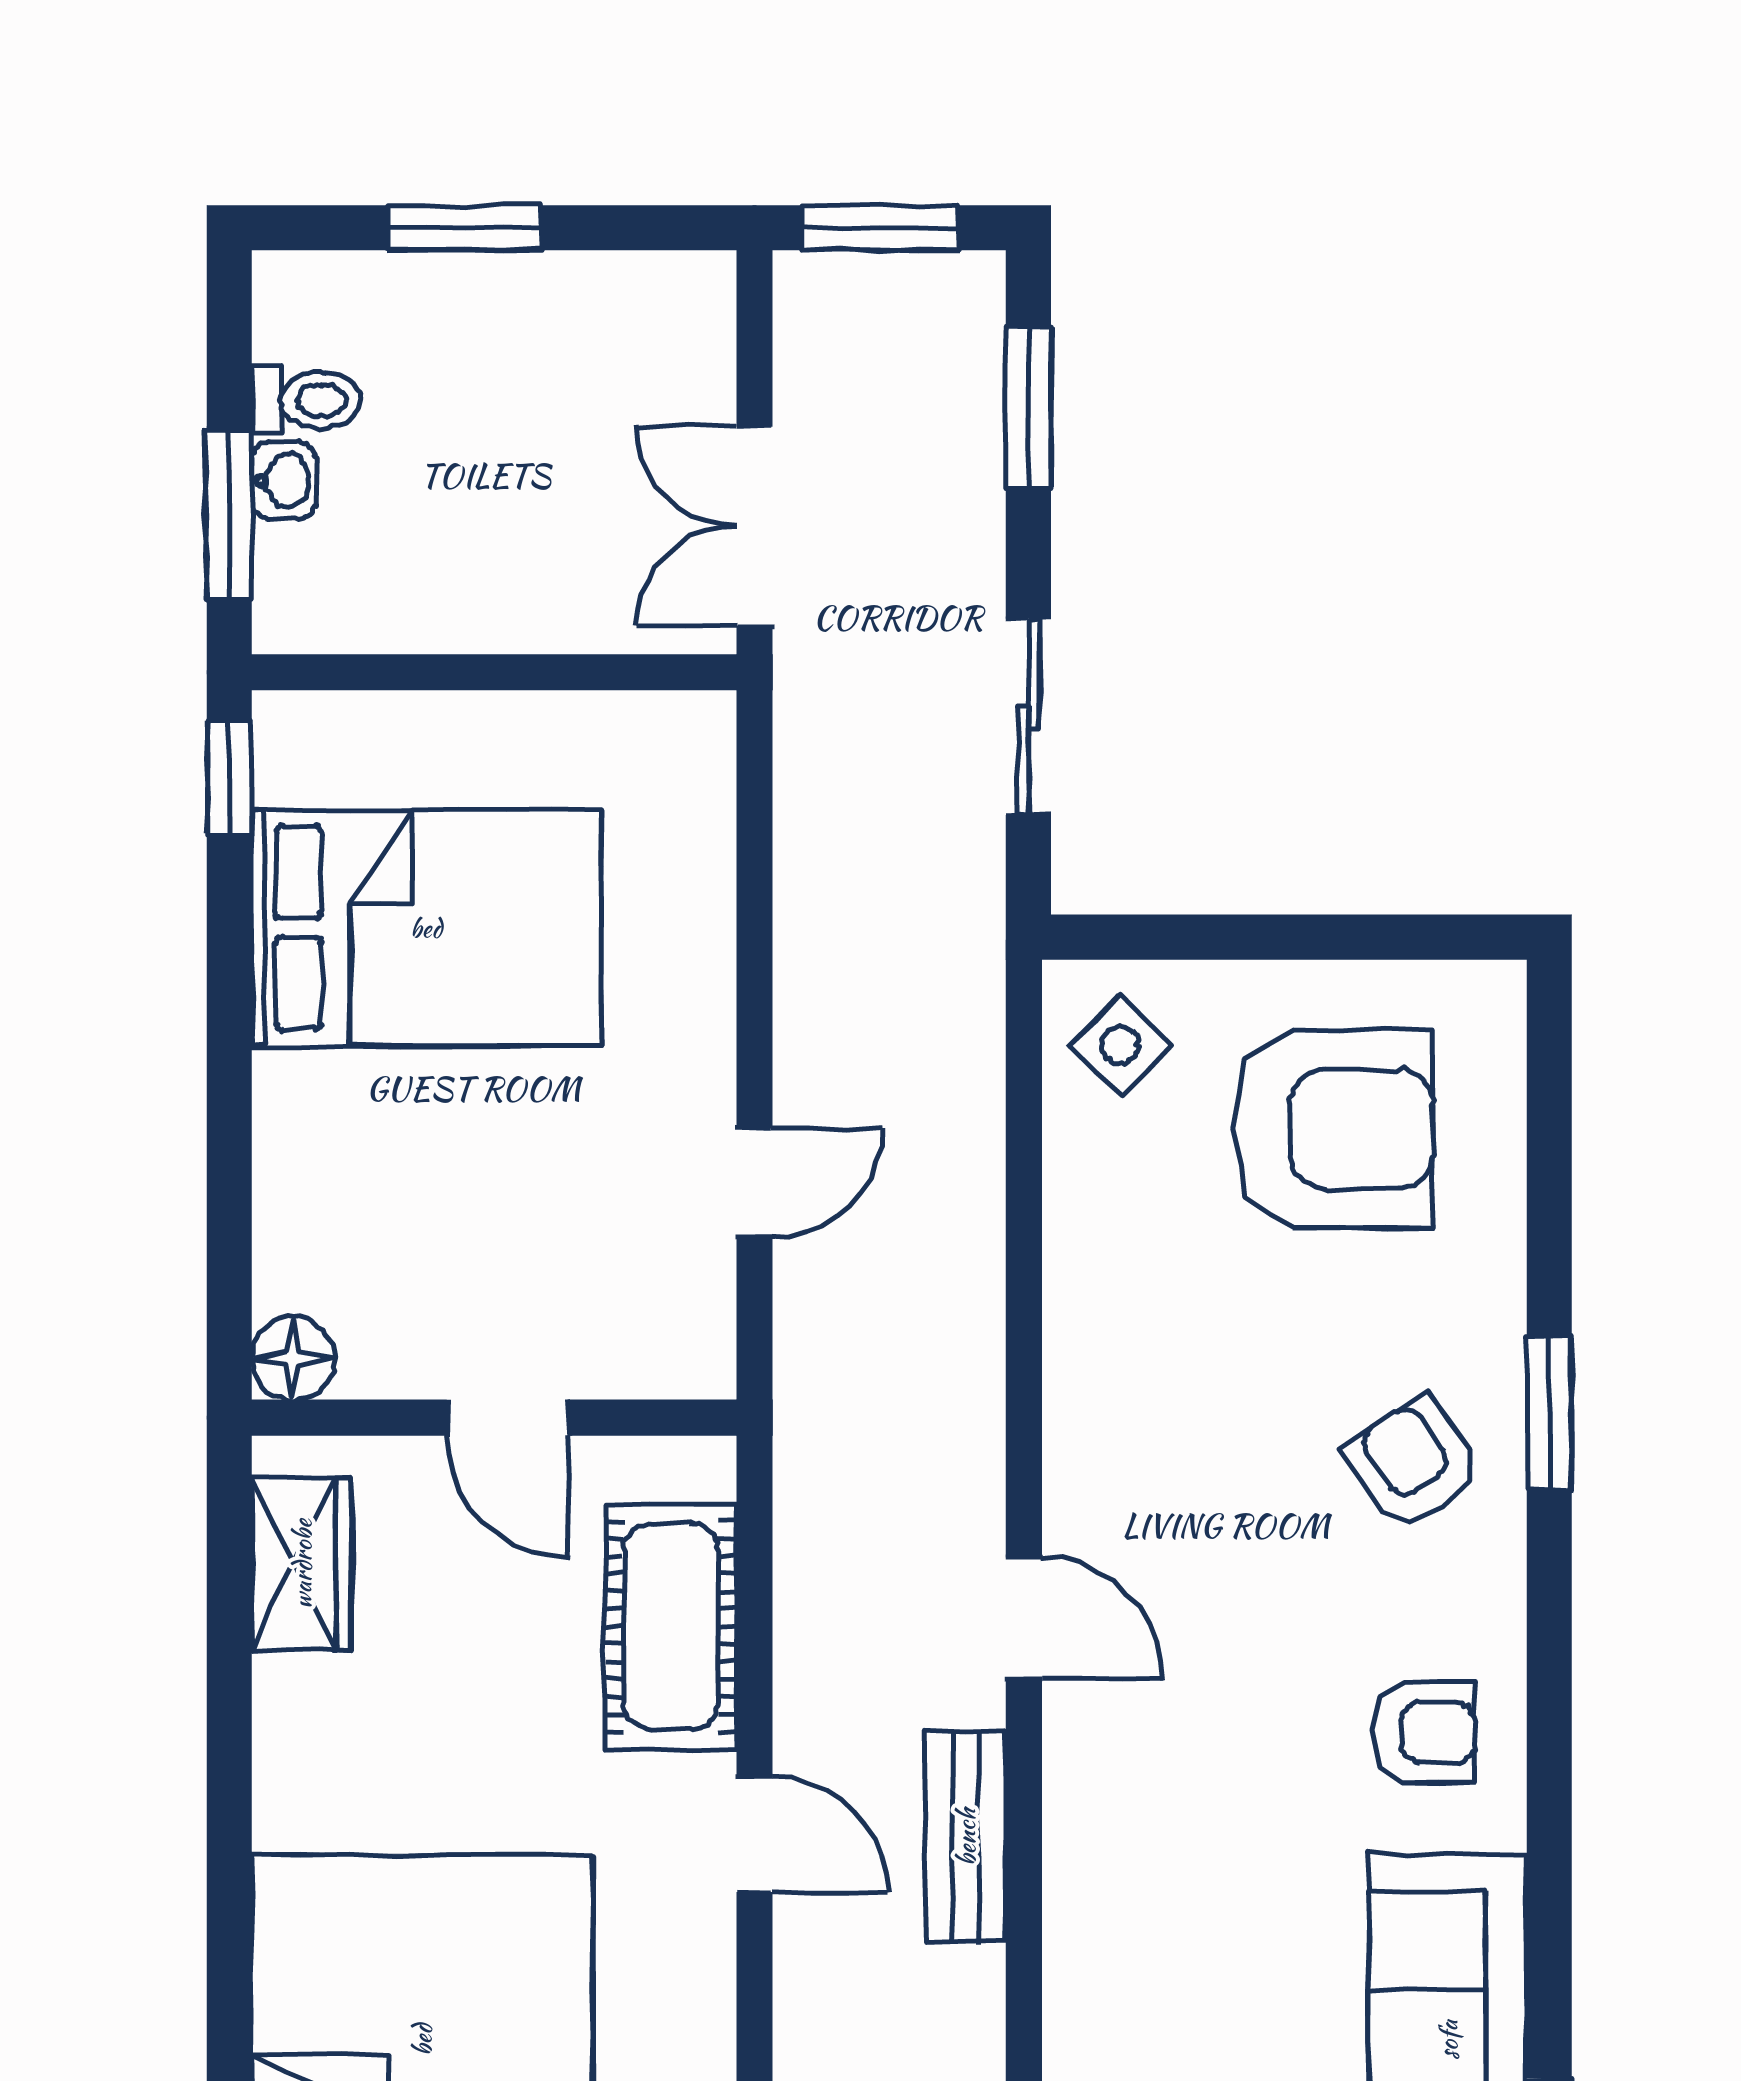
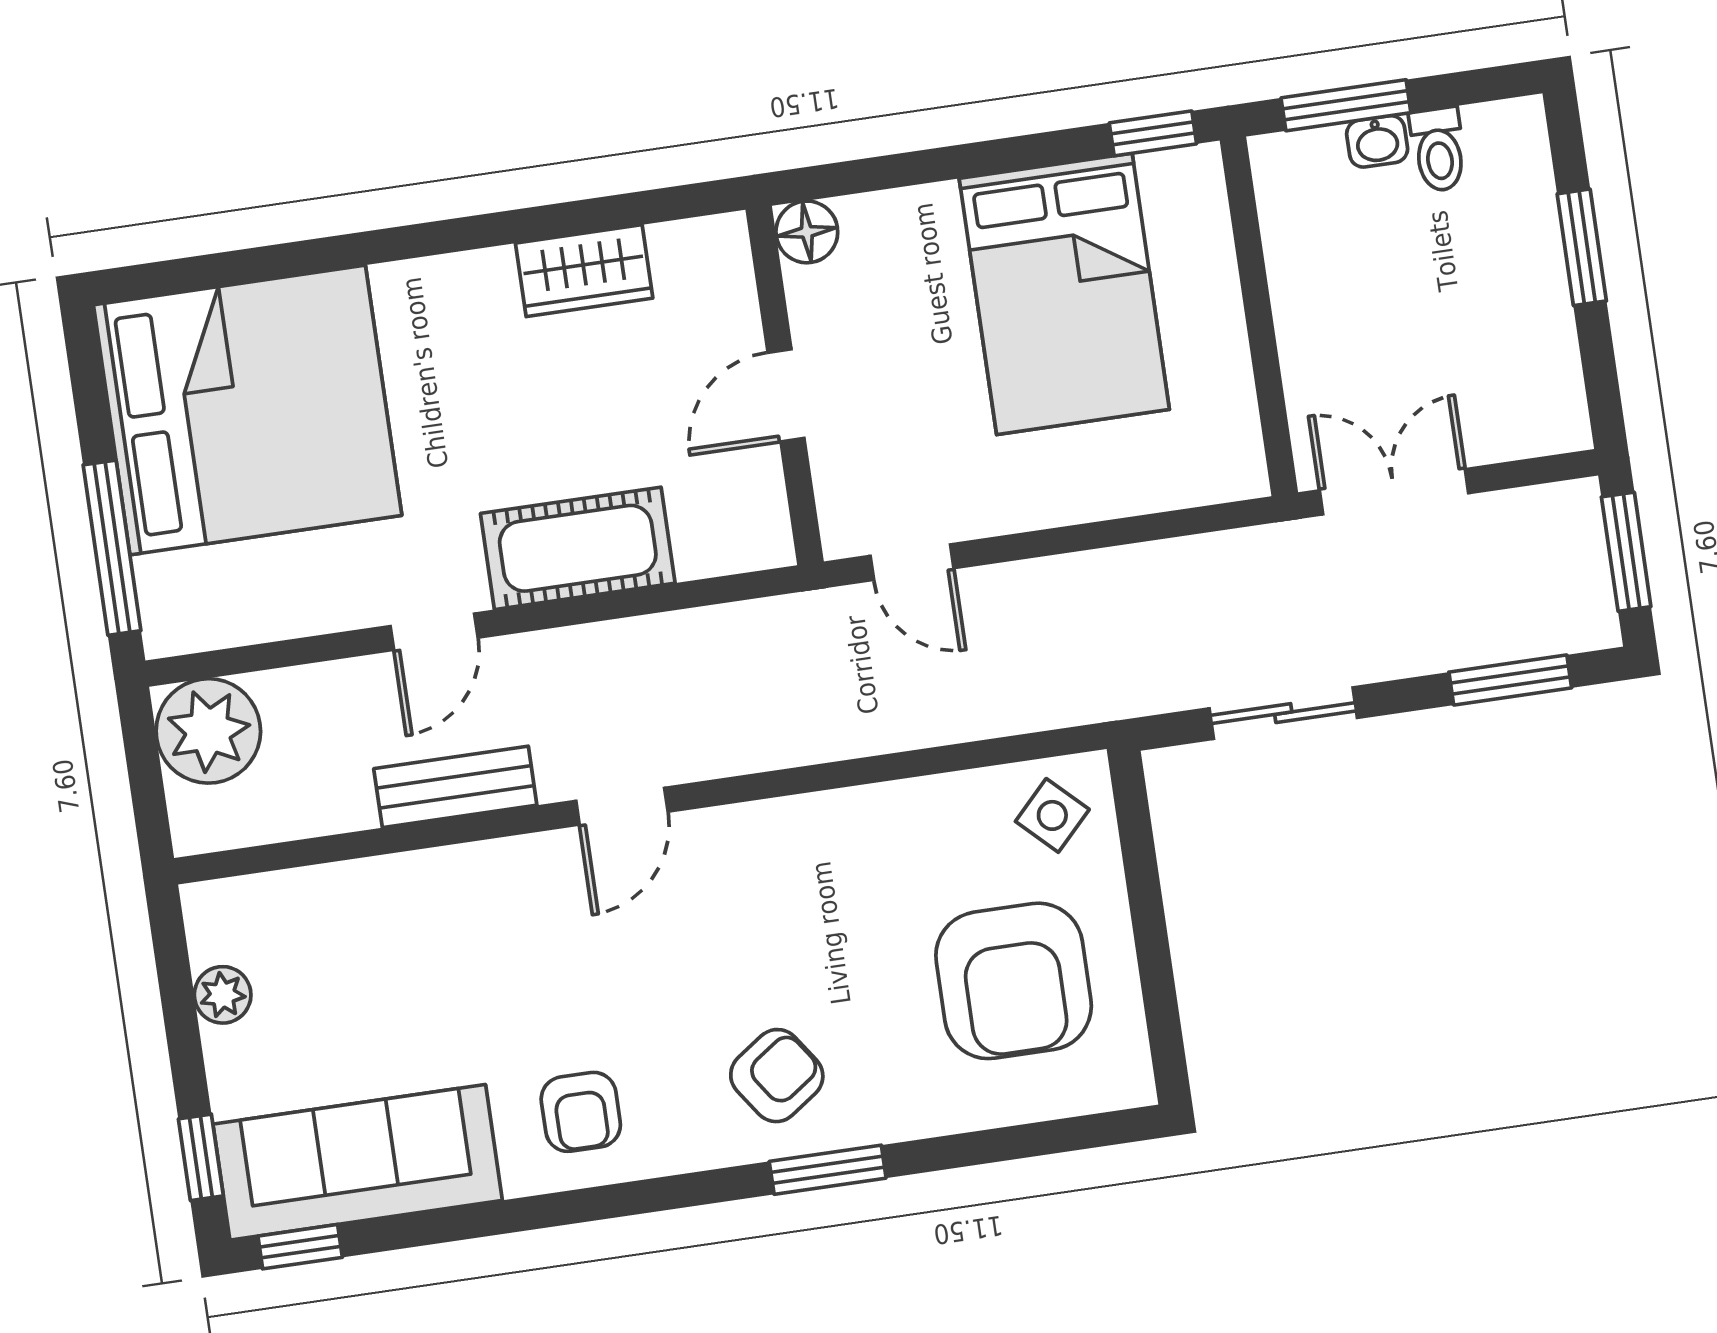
floor lamp: (293, 1358) -> (807, 232), moved
wall: (494, 1418) -> (785, 386), moved
door: (507, 1418) -> (786, 395), moved

